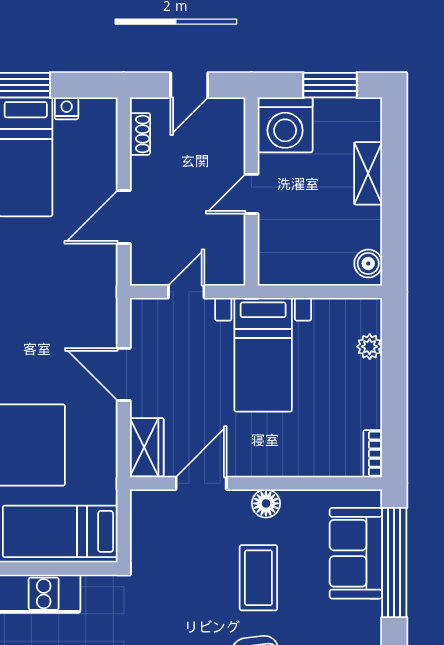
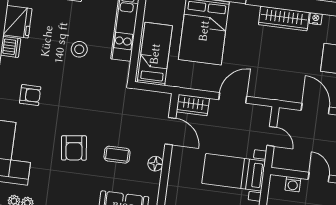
washing machine: (271, 241) -> (293, 184), added
coffee table: (258, 578) -> (117, 155), width x0.73, depth x0.77

